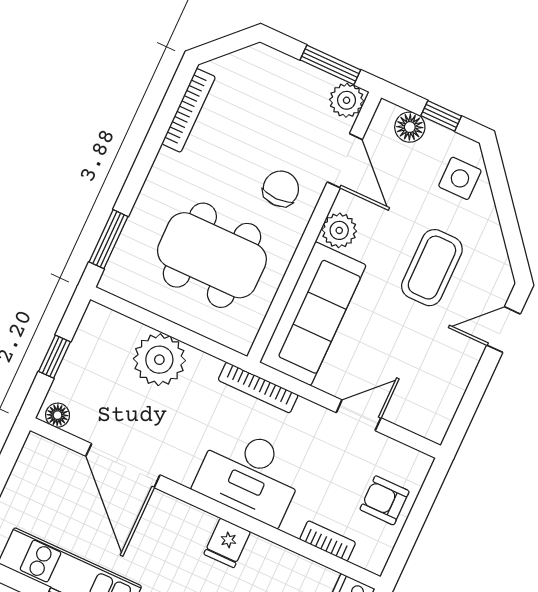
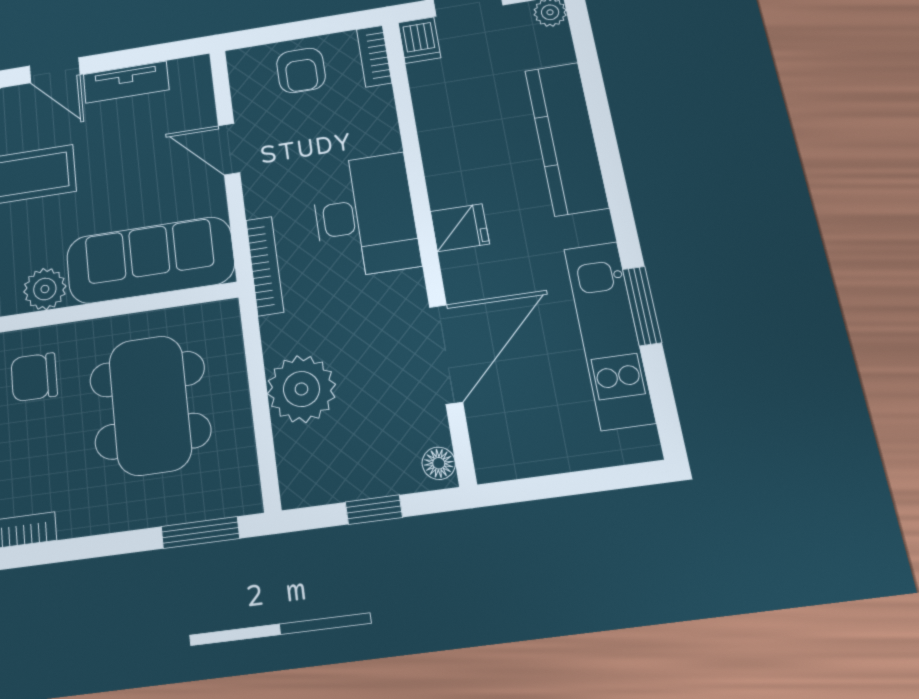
tv unit: (459, 375) -> (126, 82), added
bookcase: (328, 541) -> (374, 56), moved
fridge: (227, 543) -> (460, 228), moved

